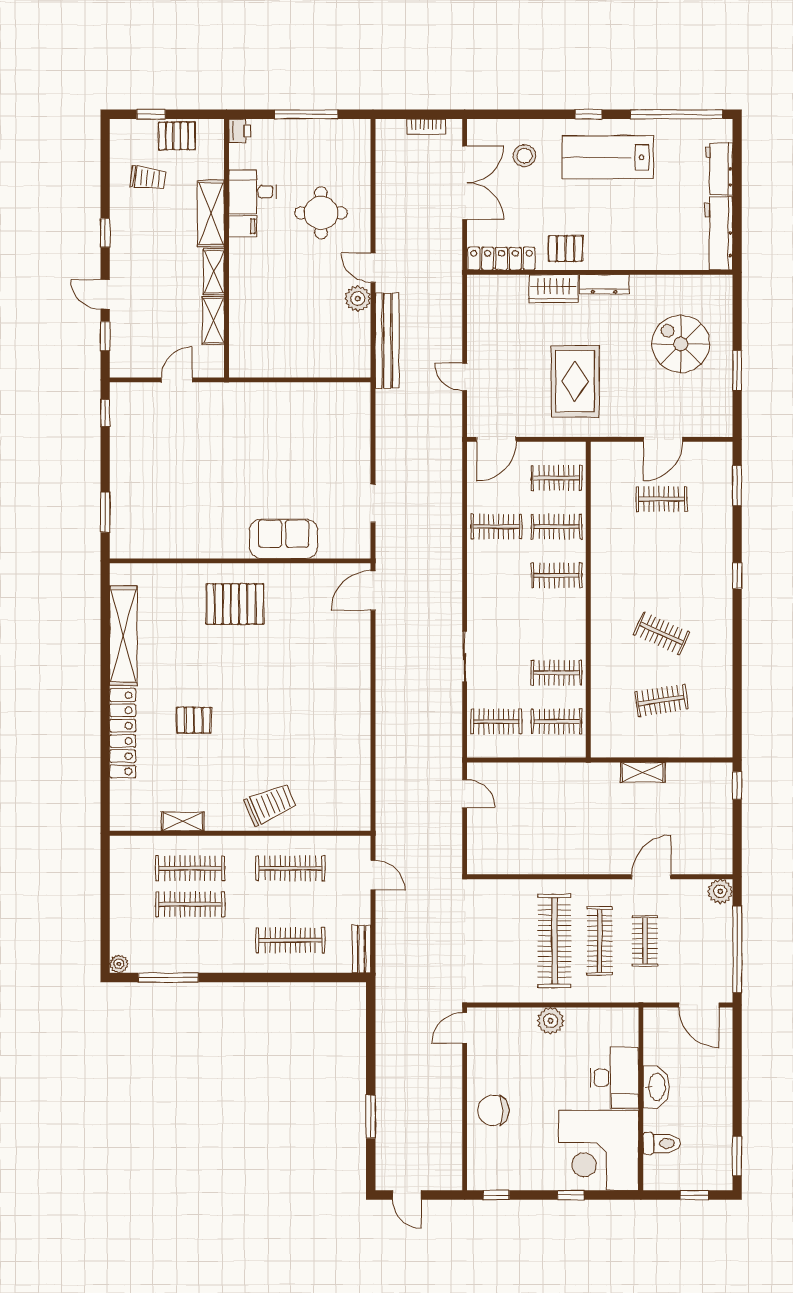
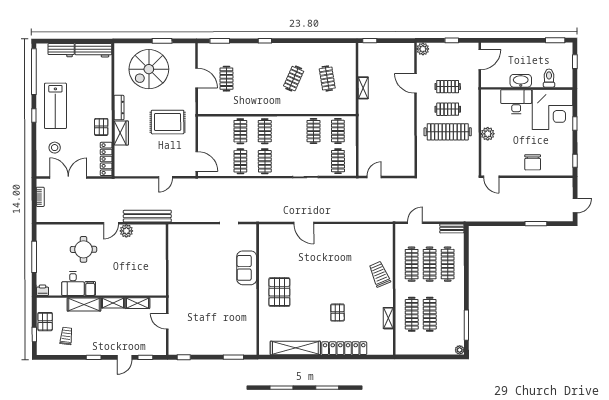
spiral stairs: (681, 344) -> (149, 69), width x1.37, depth x1.37
clothes rail: (556, 478) -> (265, 161), moved
door: (373, 591) -> (304, 223), moved
clothes rail: (290, 904) -> (430, 264), added
clothes rail: (600, 941) -> (448, 109), width x0.73
window: (737, 949) -> (452, 40), width x0.32

